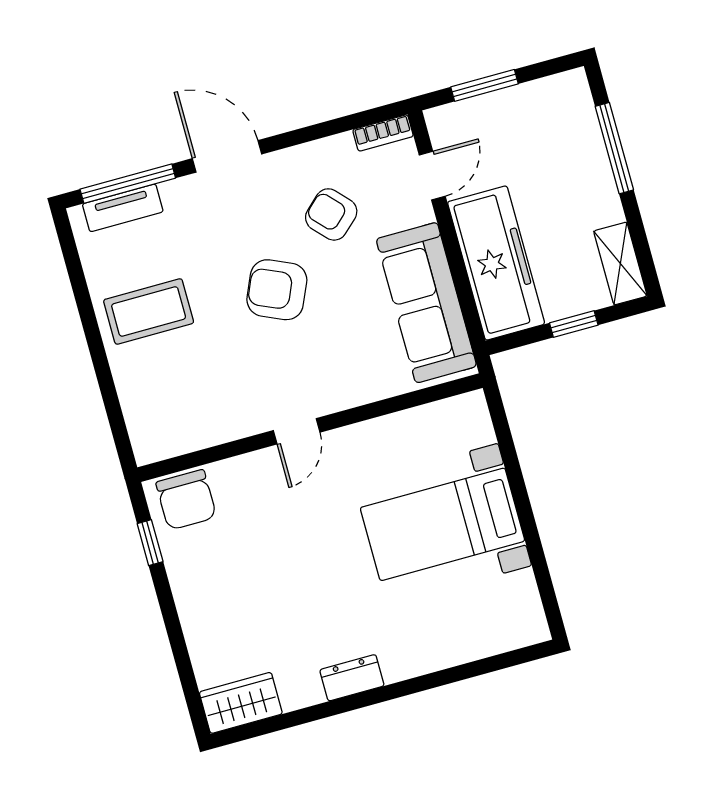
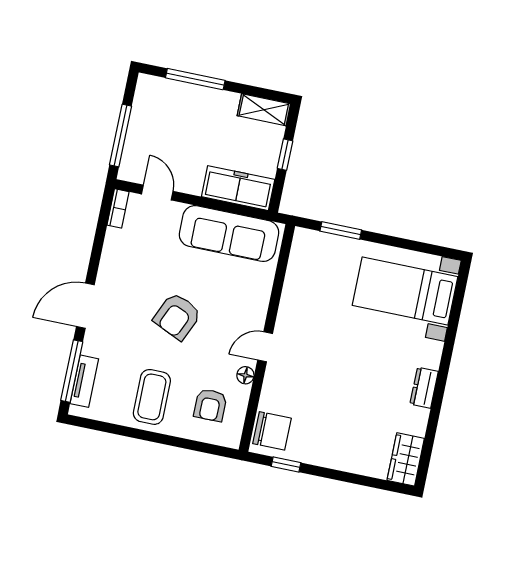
window: (485, 85) -> (121, 136), width x1.44
armchair: (331, 214) -> (210, 405), moved, turned -47
freezer: (496, 263) -> (238, 188), width x0.73, depth x0.79
floor lamp: (244, 424) -> (245, 375), added
door: (297, 431) -> (265, 347), swing flipped
window: (509, 454) -> (341, 231), added
bed with nightstands: (442, 524) -> (405, 291), moved, turned 90

